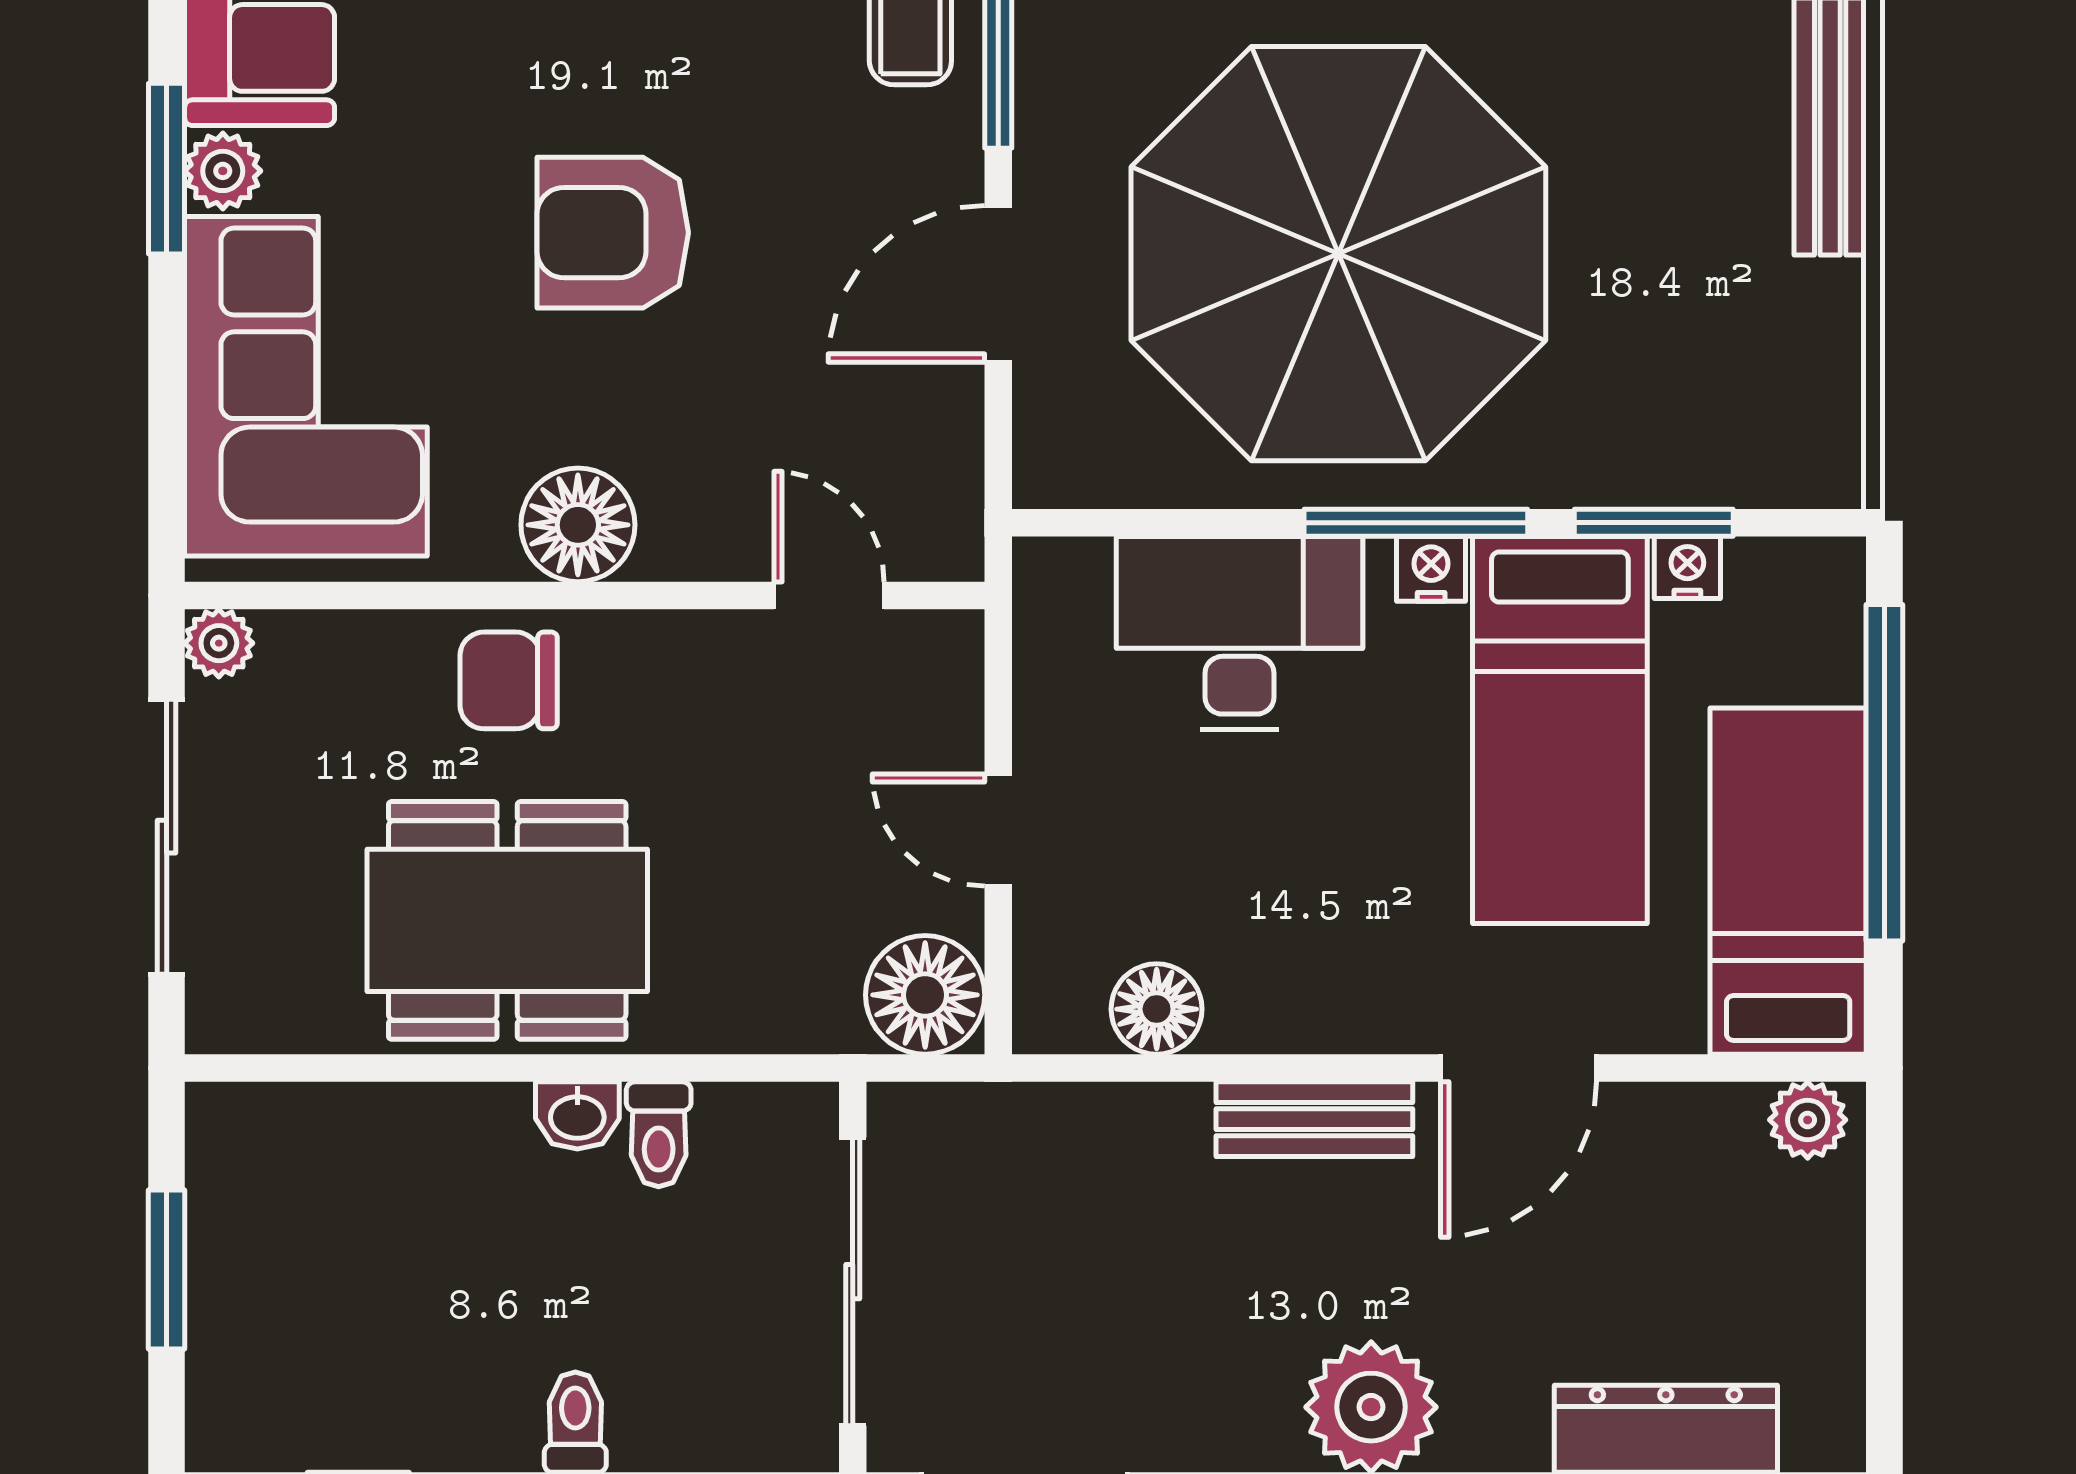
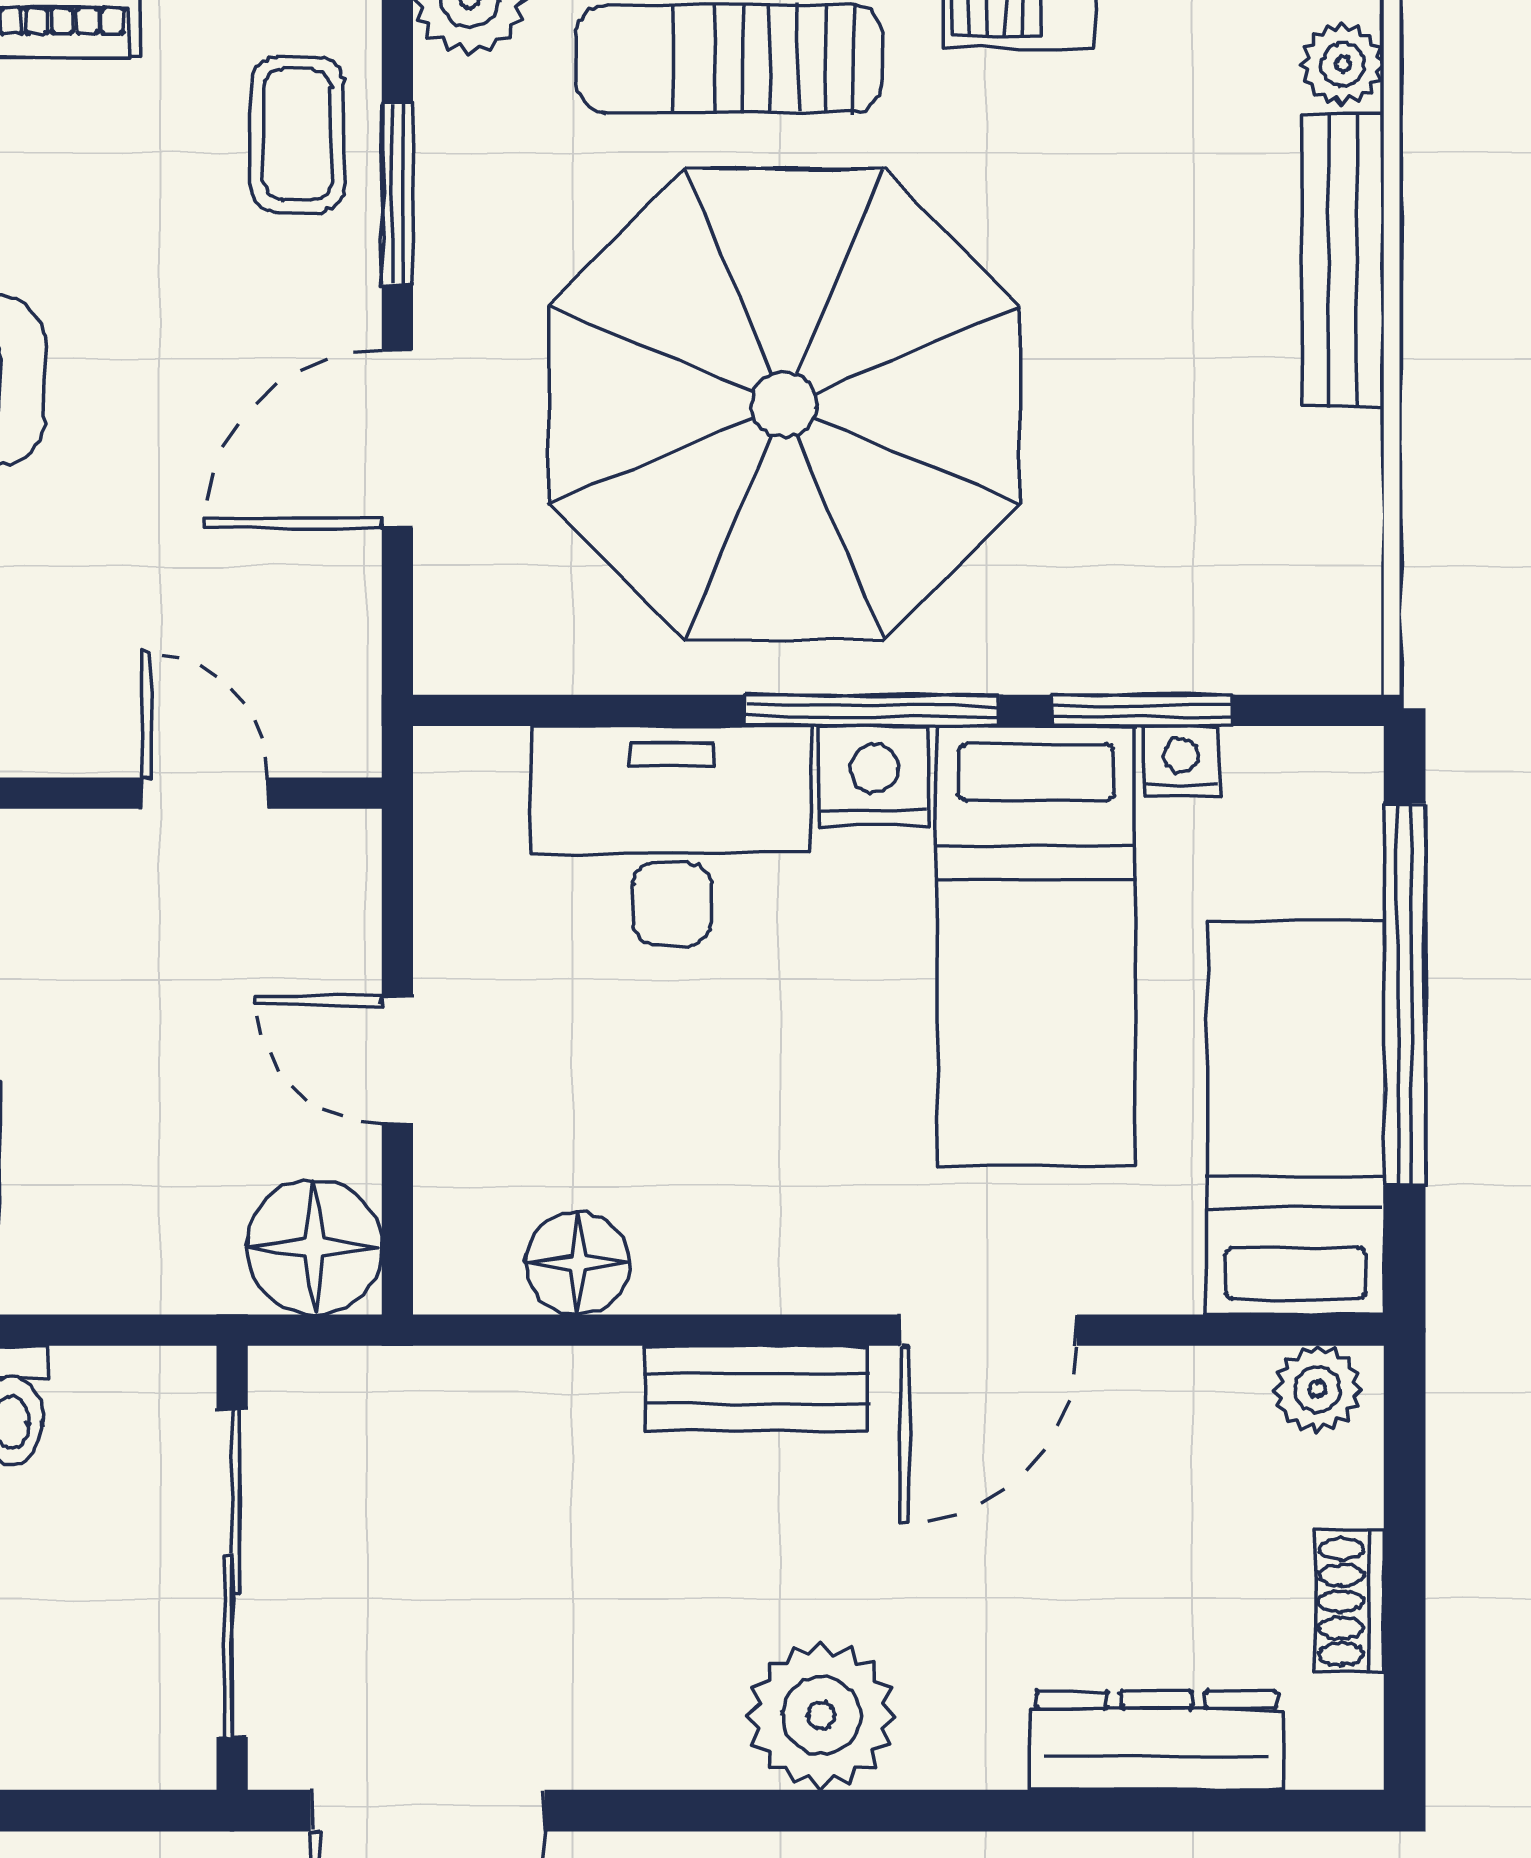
nightstand: (1431, 569) -> (874, 776), width x1.39, depth x1.35
shoe rack: (1836, 1306) -> (1349, 1601), added

